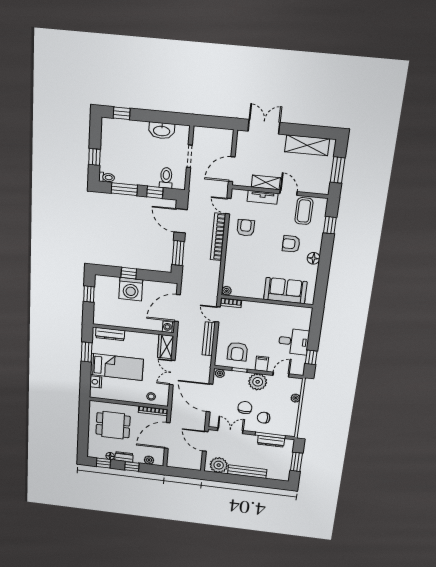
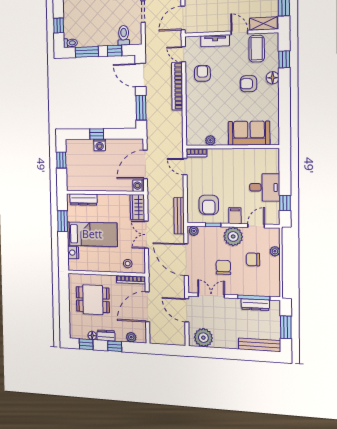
shelving: (266, 182) -> (263, 24), moved
floor lamp: (314, 258) -> (273, 78), moved
washing machine: (131, 289) -> (100, 145), width x0.53, depth x0.53
plant: (226, 291) -> (210, 140), moved
bench: (209, 339) -> (179, 216), moved
chair: (264, 418) -> (253, 259), moved
bench: (247, 472) -> (259, 345), moved

